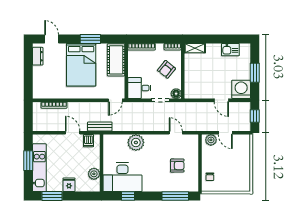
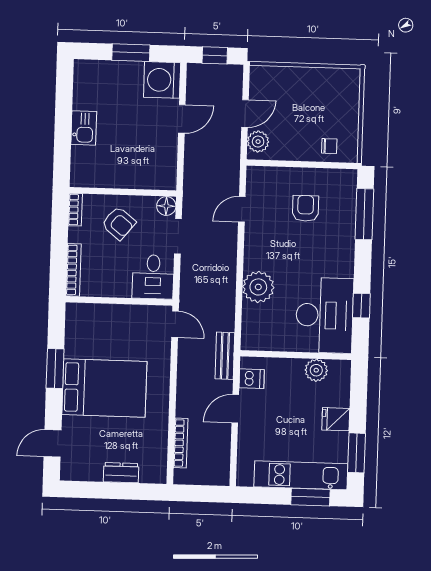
shelving: (195, 48) -> (79, 167), removed
kitchen sink: (230, 50) -> (84, 128), moved
dresser: (38, 56) -> (121, 473), moved
cot: (116, 60) -> (97, 320), removed
window: (28, 161) -> (310, 497), moved

